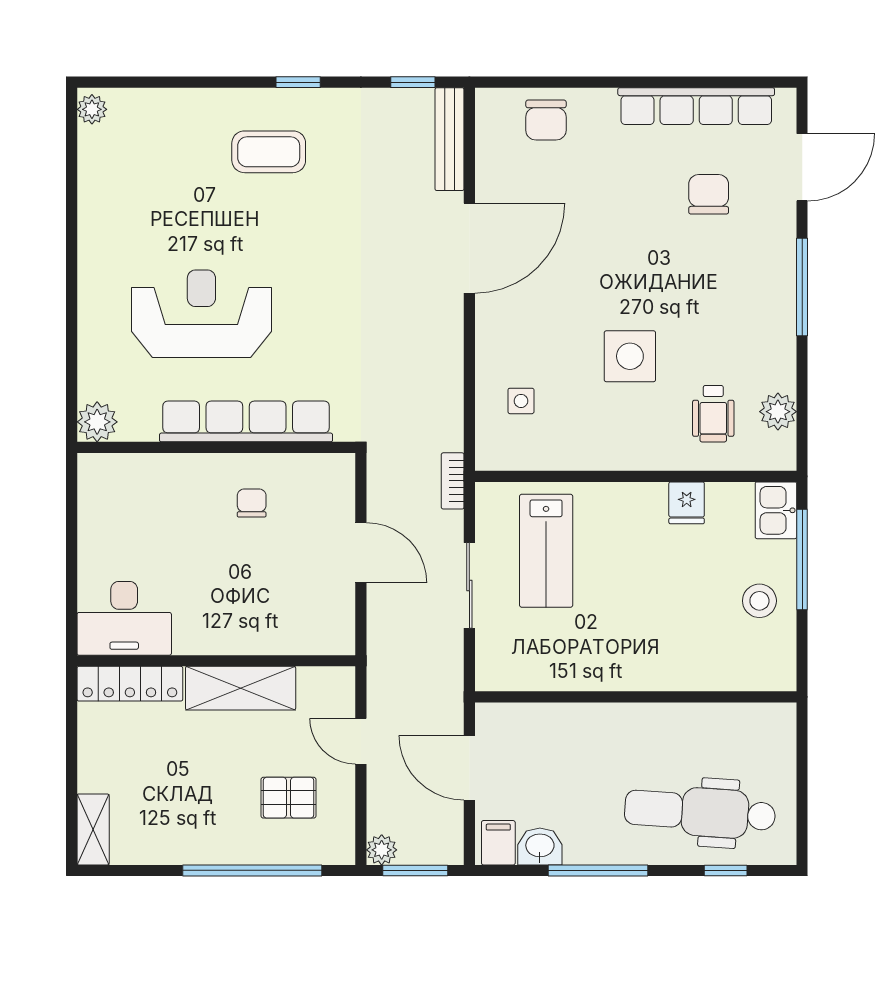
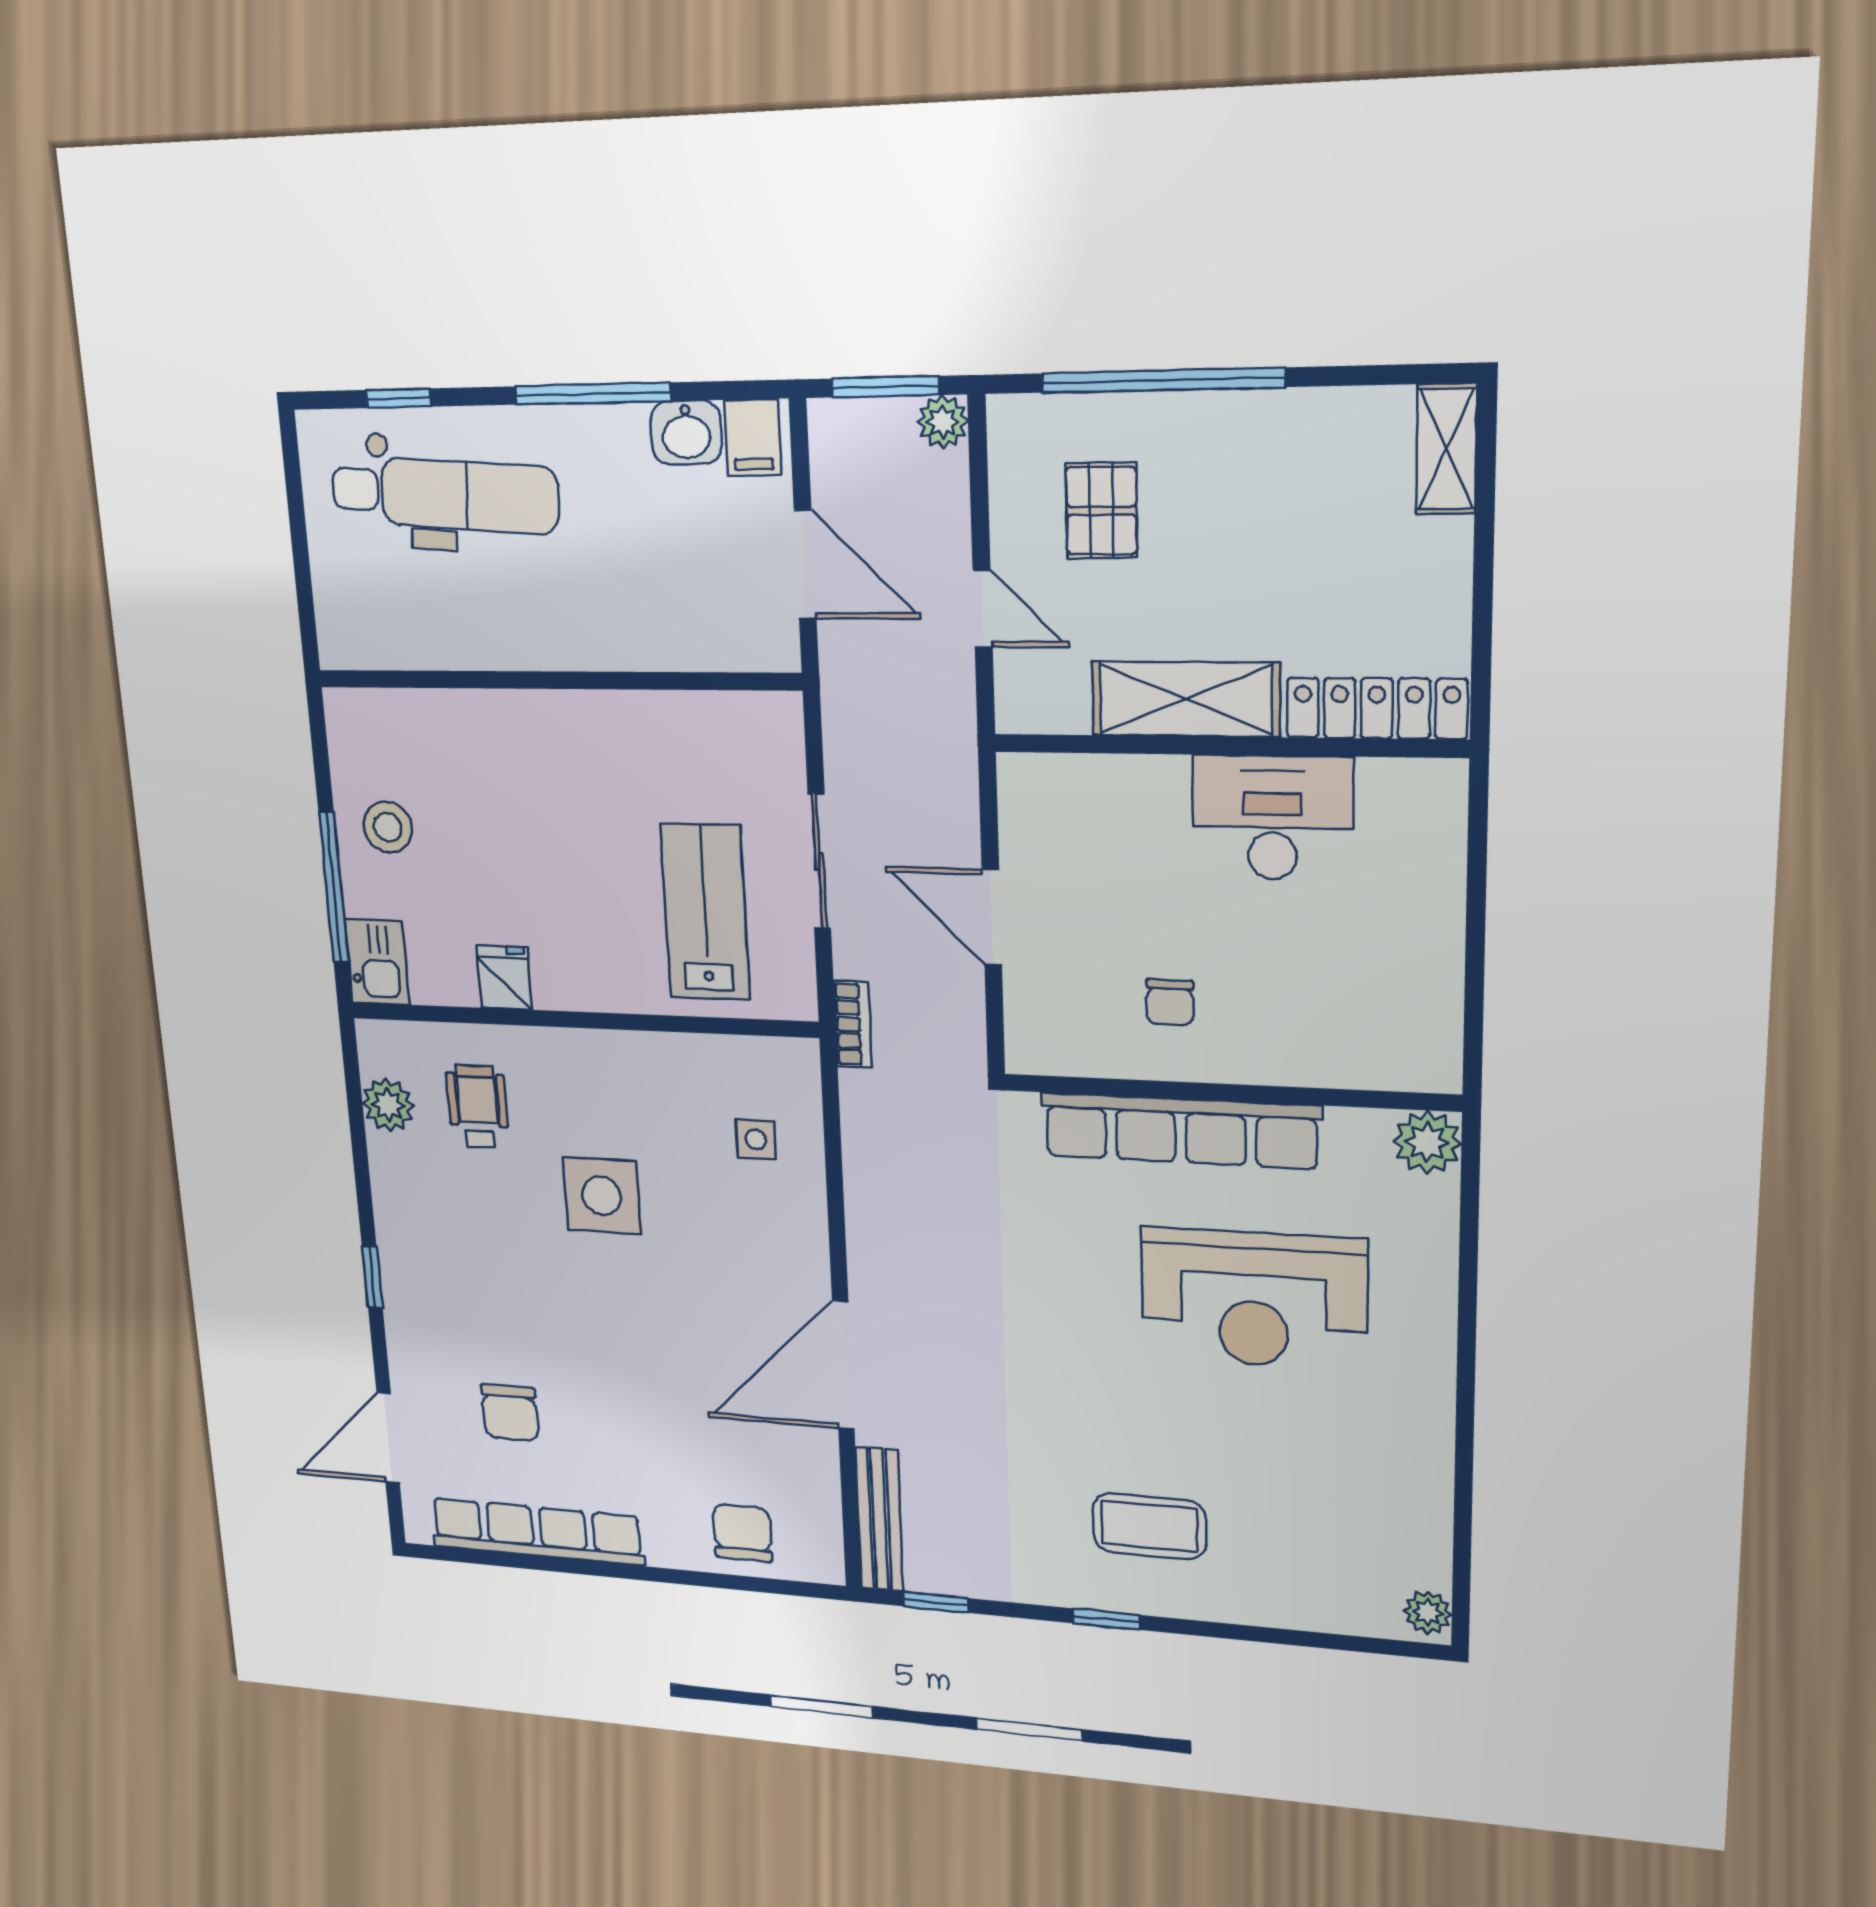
window: (802, 287) -> (372, 1277), width x0.46
desk: (124, 618) -> (1273, 818), moved
pallet: (289, 798) -> (1101, 511), turned 90

